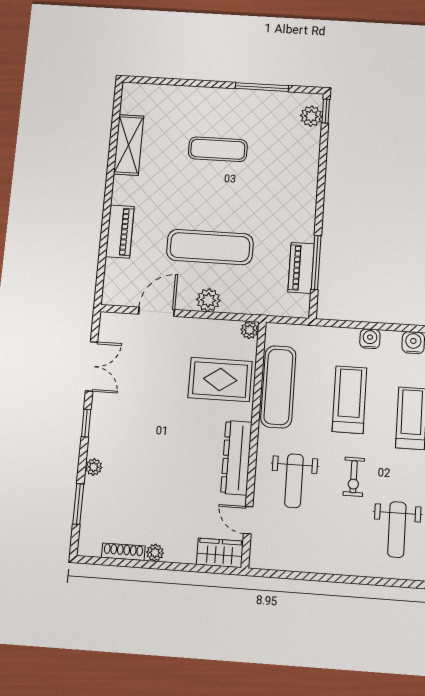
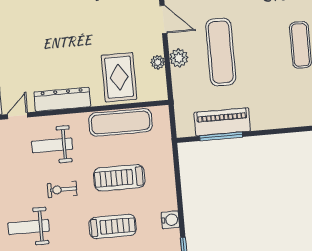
piano: (301, 268) -> (222, 122), width x1.37, depth x1.33
plant: (250, 330) -> (158, 62), moved
water cooler: (370, 339) -> (168, 187), removed
treadmill: (349, 400) -> (119, 178), turned 180

